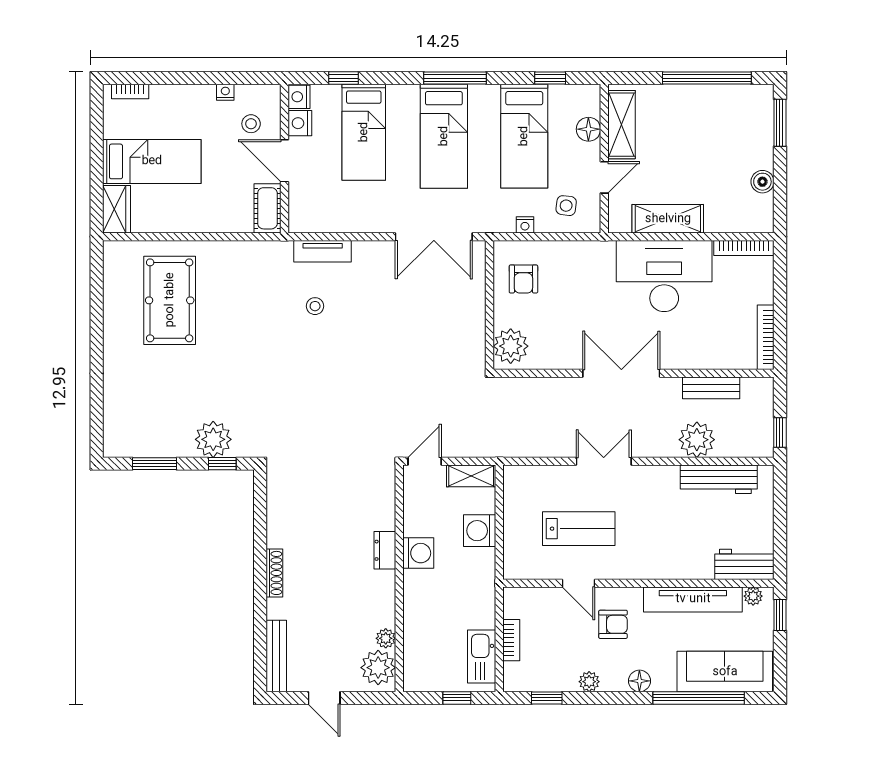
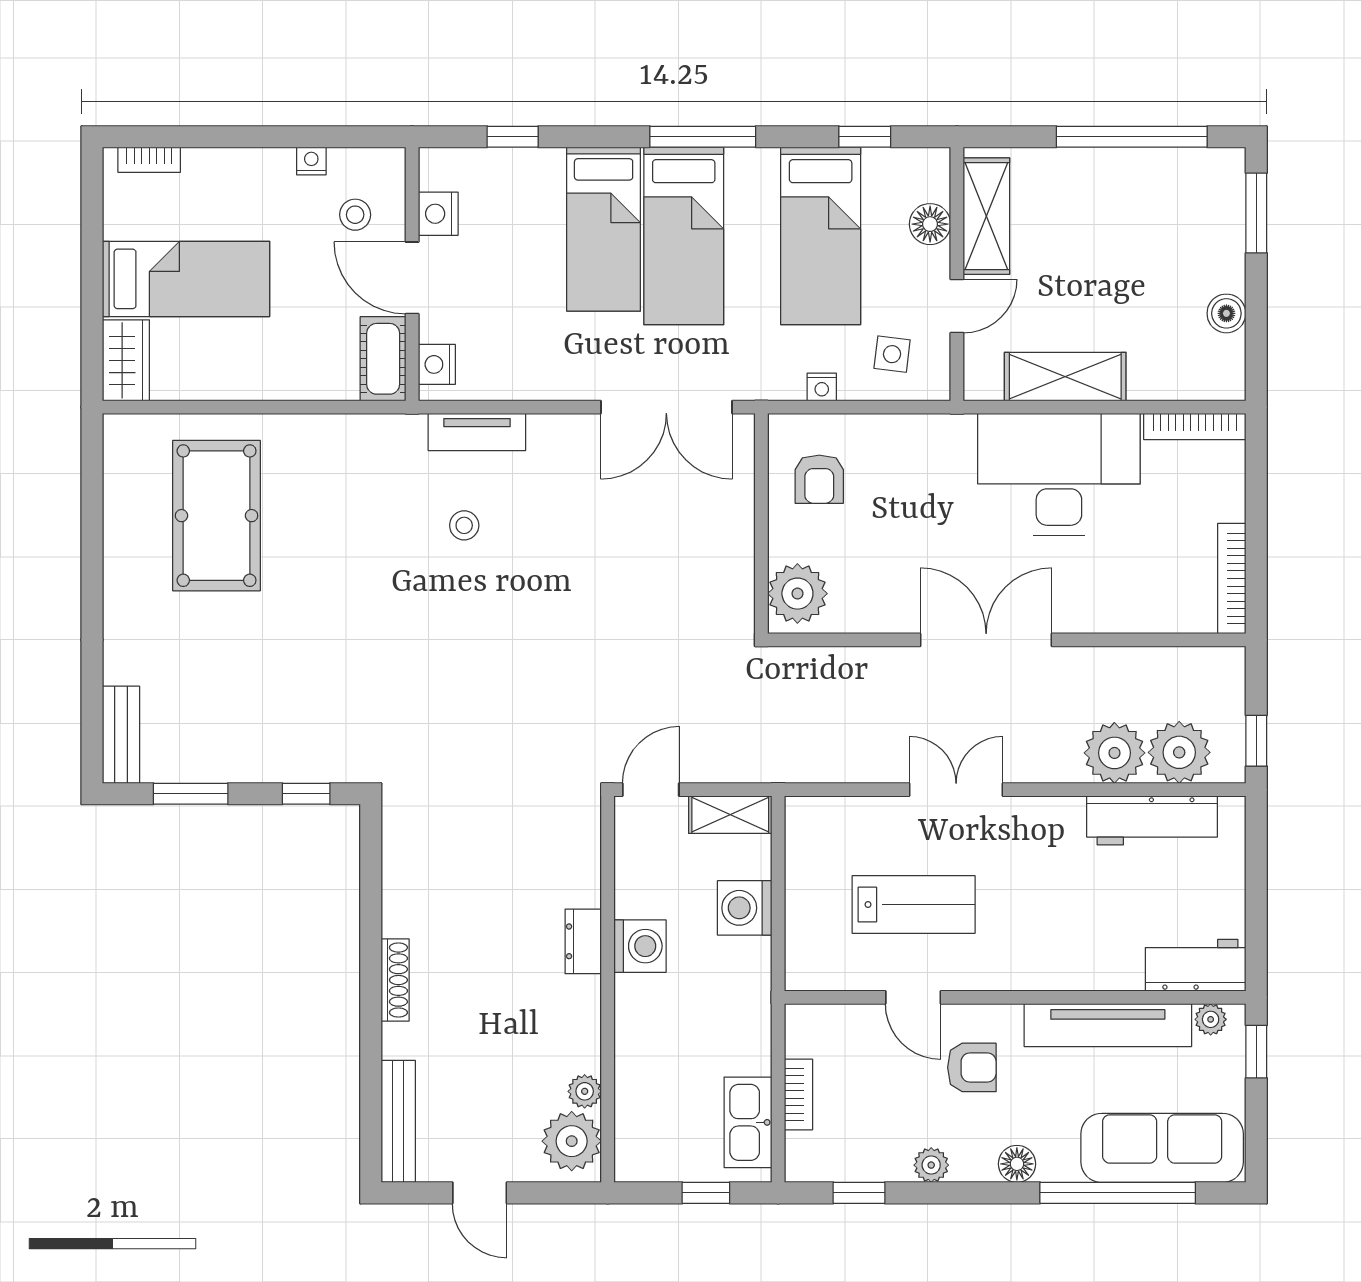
nightstand: (299, 97) -> (437, 364), moved
bed: (364, 132) -> (604, 229), moved
bench: (711, 388) -> (121, 735), moved, turned 90
plant: (213, 439) -> (1179, 752), moved

